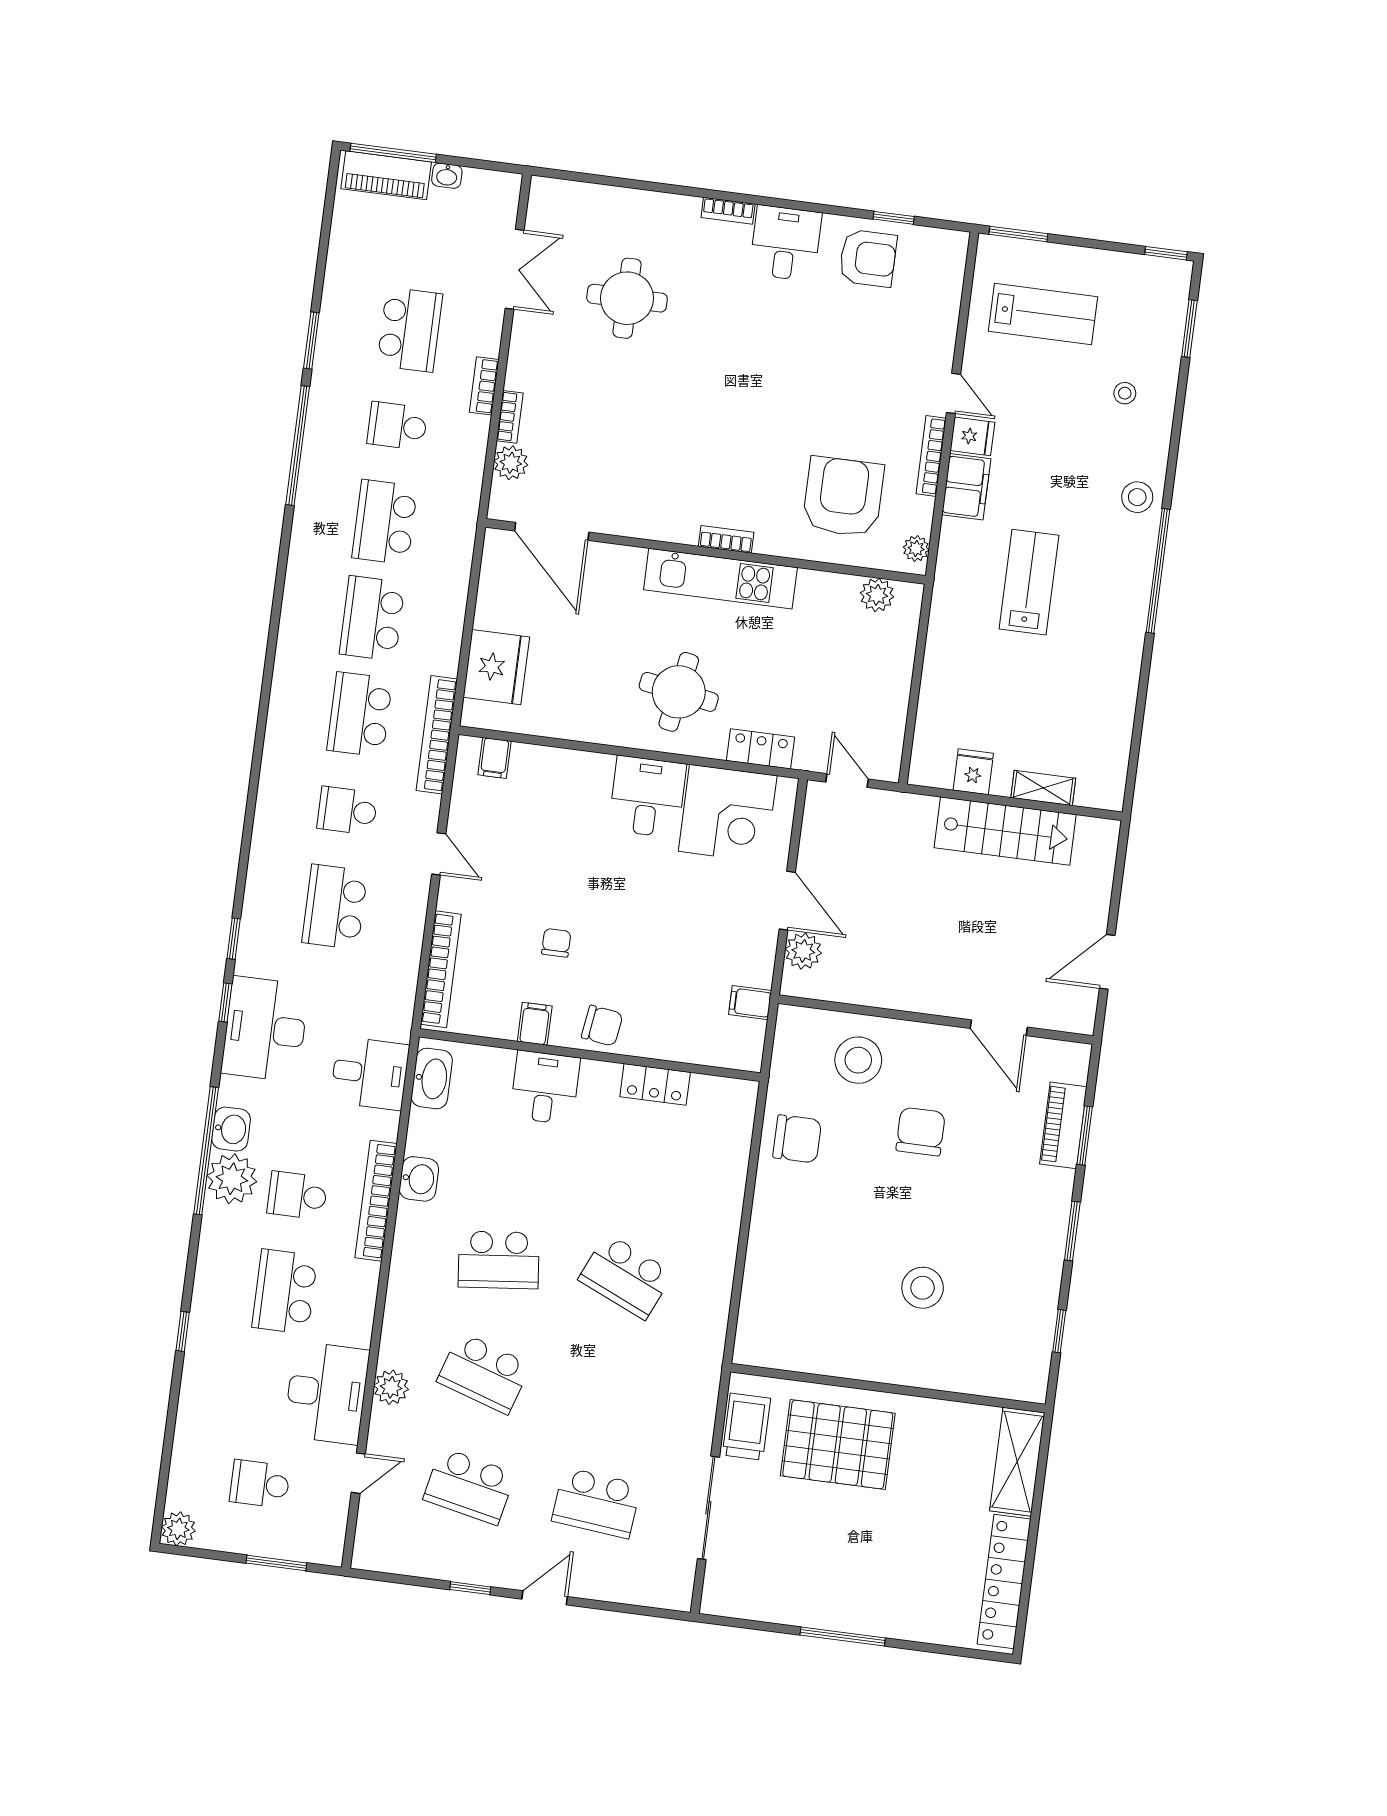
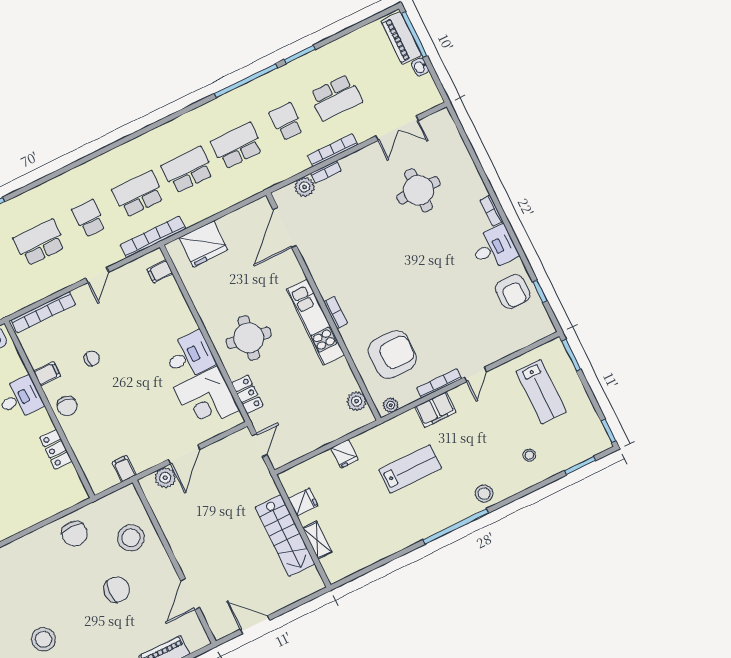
bookcase: (484, 386) -> (332, 150), width x1.56
fridge: (972, 436) -> (345, 454), moved

